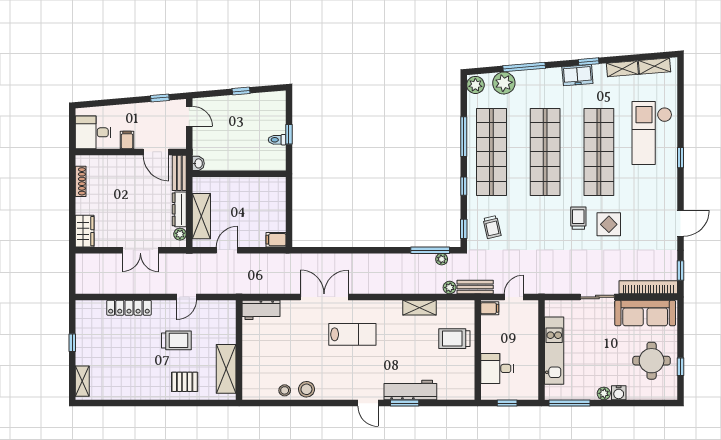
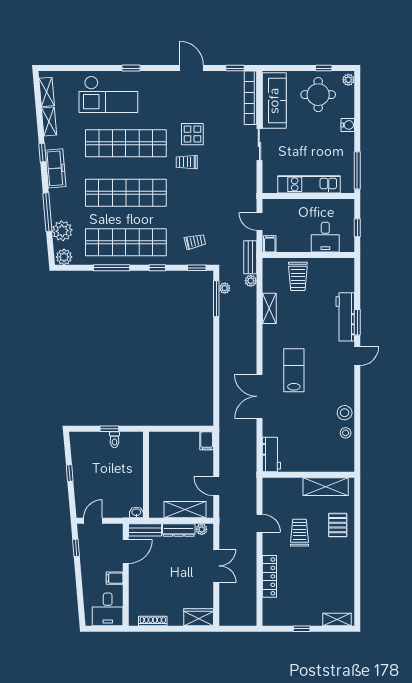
freezer: (577, 75) -> (55, 168), width x1.40
plant: (604, 393) -> (348, 80), moved

